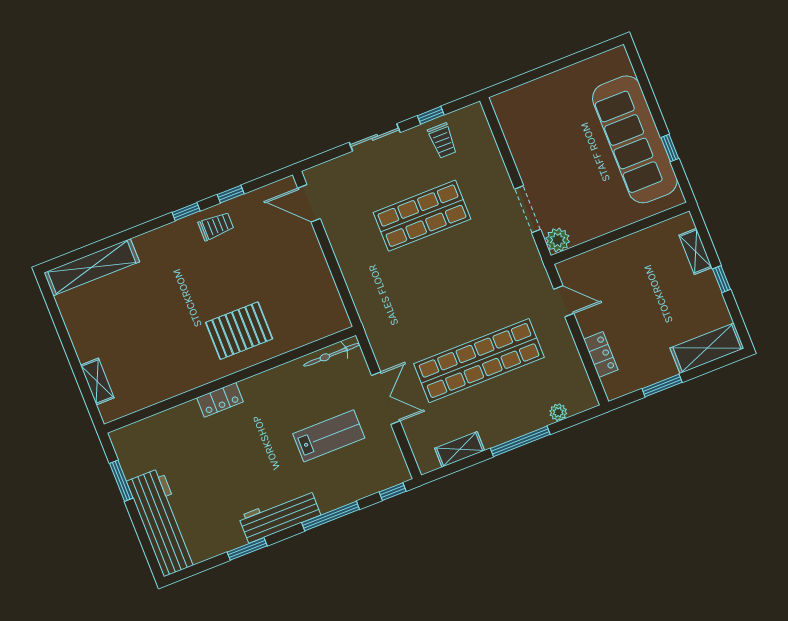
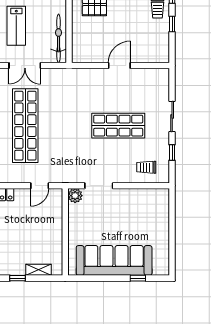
trolley: (442, 140) -> (146, 167), moved
window: (670, 148) -> (138, 278), moved
door: (309, 203) -> (119, 66), moved
shop shelf: (422, 216) -> (118, 126), turned 90
bicycle: (332, 355) -> (59, 38), width x1.37, depth x1.40

